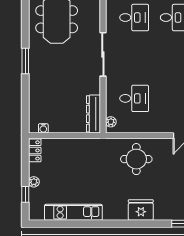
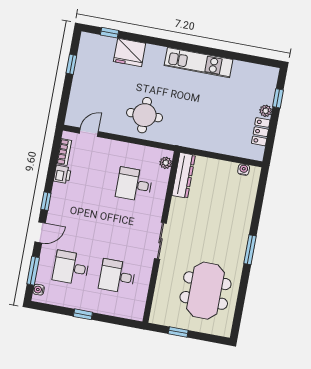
sliding door: (103, 54) -> (160, 241), width x0.73
locker: (35, 150) -> (261, 132), moved
fridge: (141, 210) -> (130, 52), moved
kitchen unit: (73, 212) -> (198, 63), moved

